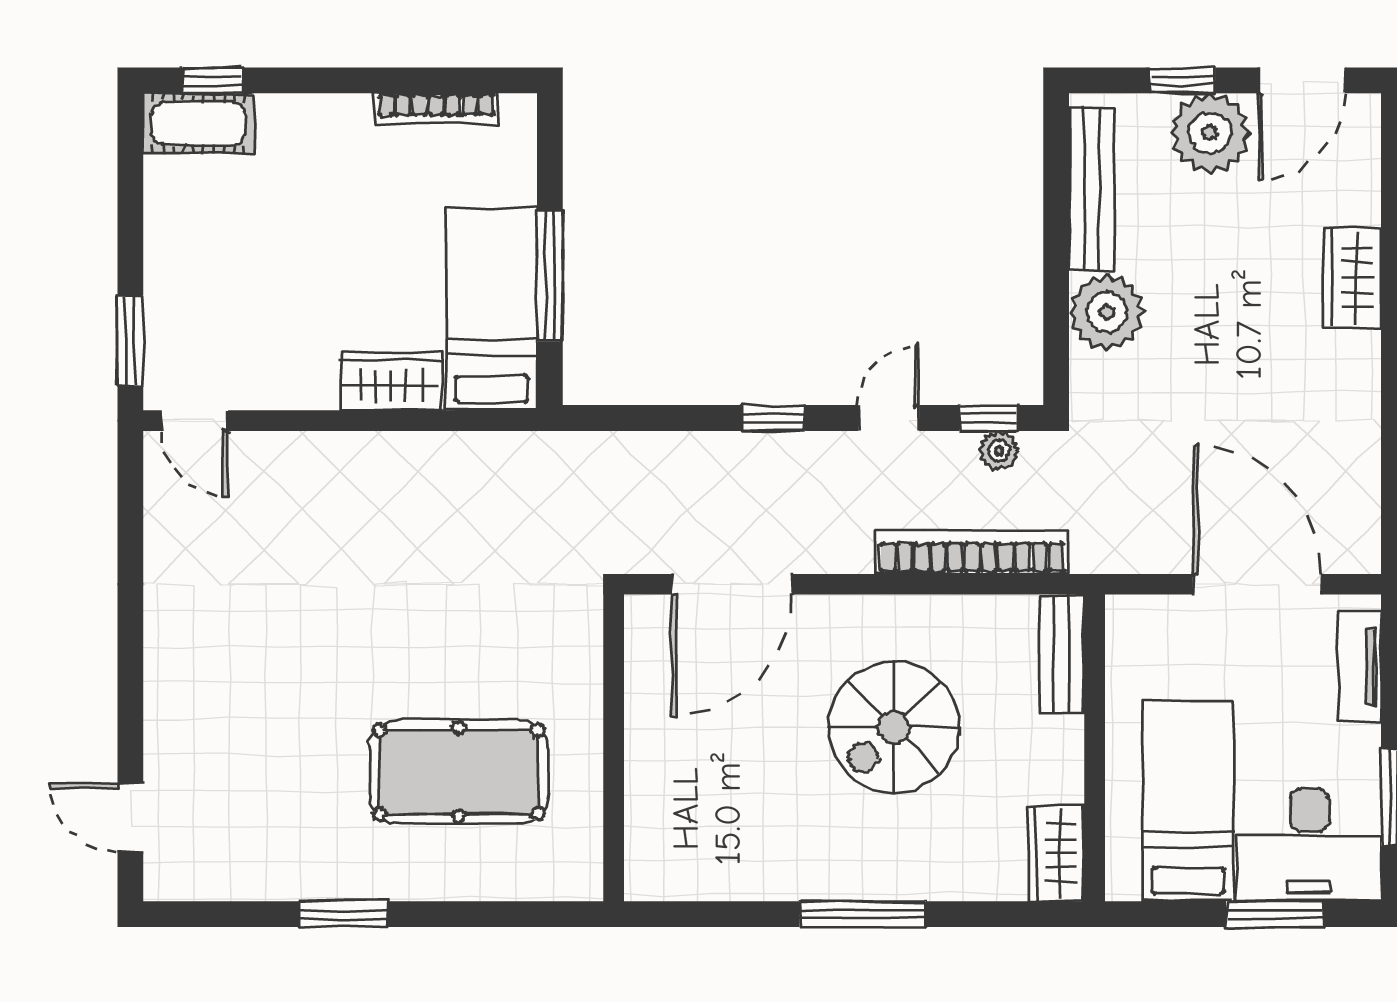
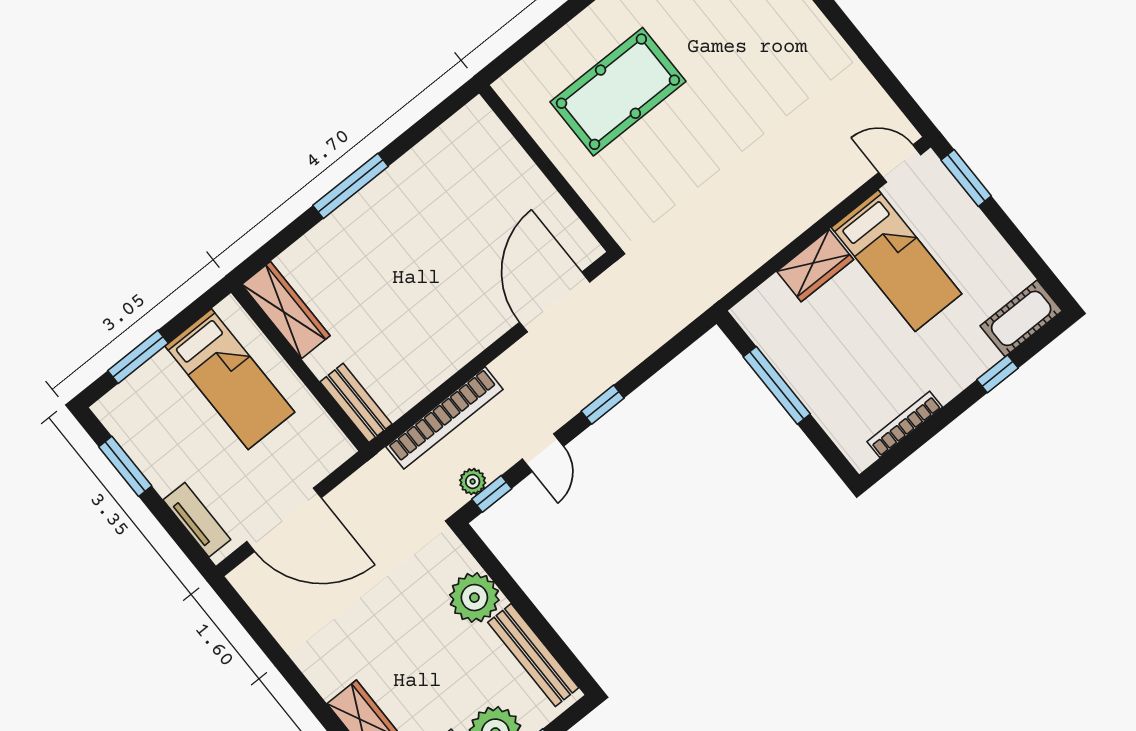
window: (213, 80) -> (997, 374), moved
bed: (492, 309) -> (897, 261), moved
spiral stairs: (894, 727) -> (412, 295), removed
desk: (1309, 845) -> (149, 407), removed
wardrobe: (1056, 853) -> (286, 310), width x1.50

